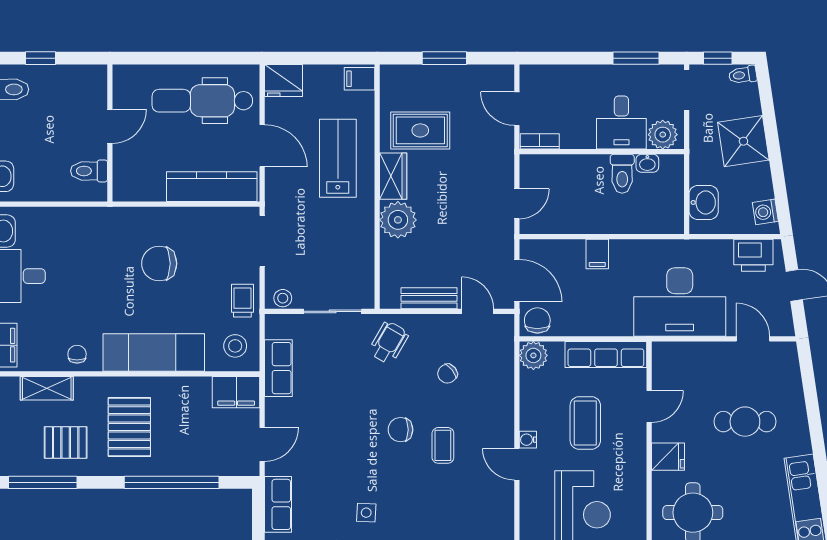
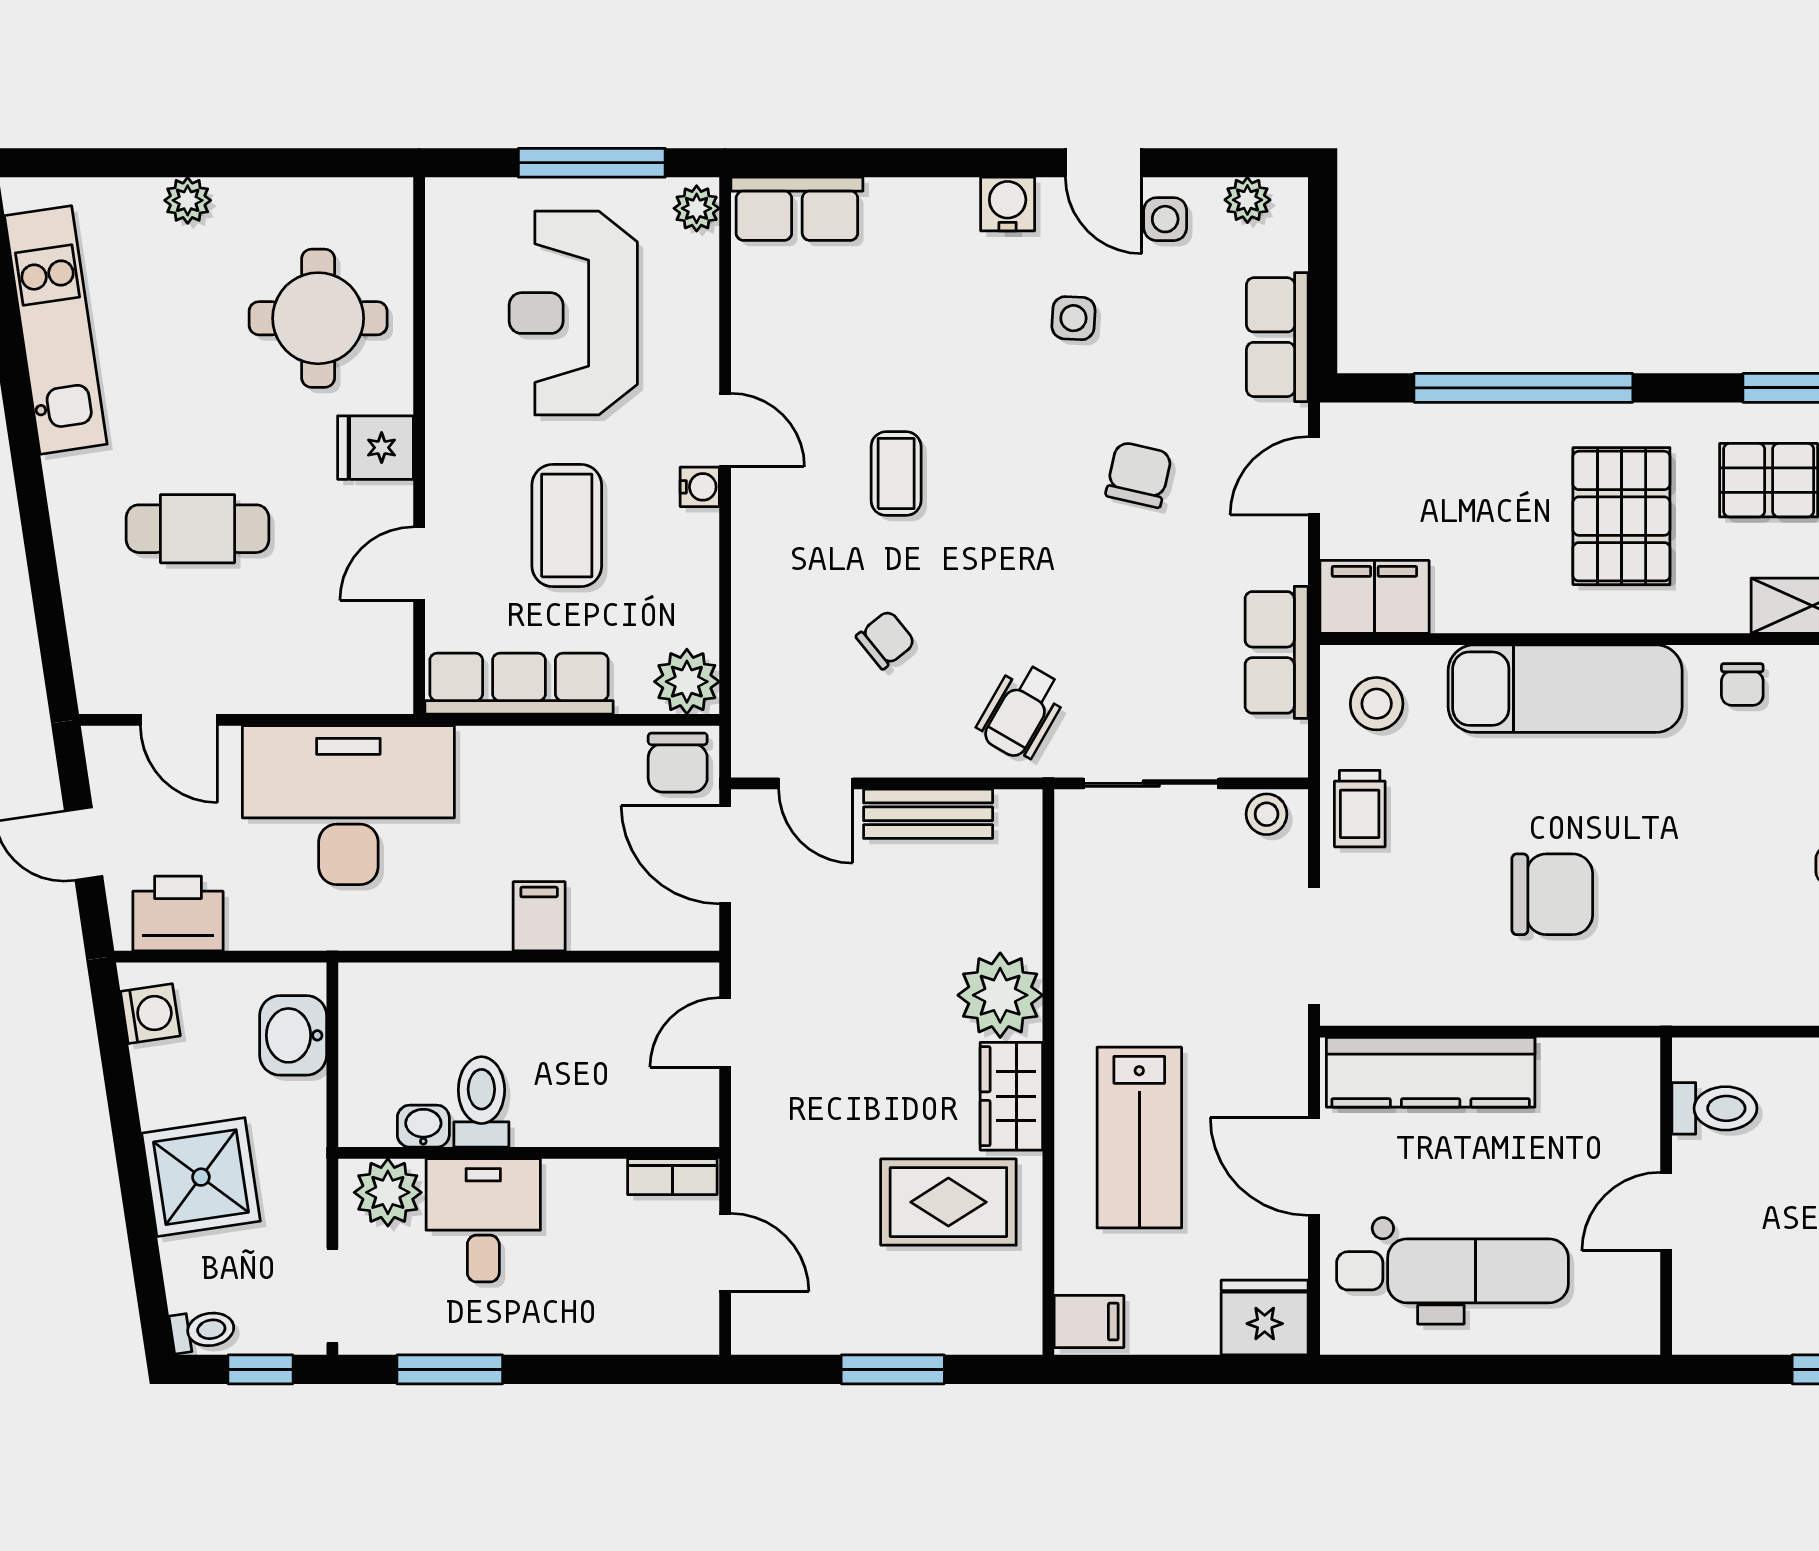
chair: (400, 430) -> (1139, 475), moved, turned -77

